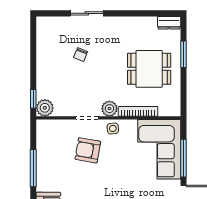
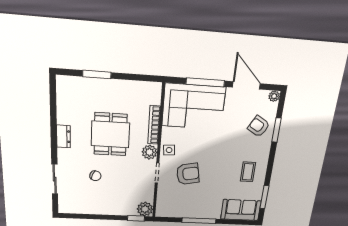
sliding door: (87, 13) -> (55, 179), moved
dresser: (169, 23) -> (63, 136), moved
dining table: (149, 69) -> (110, 134), moved
armchair: (88, 150) -> (188, 174), turned -111

